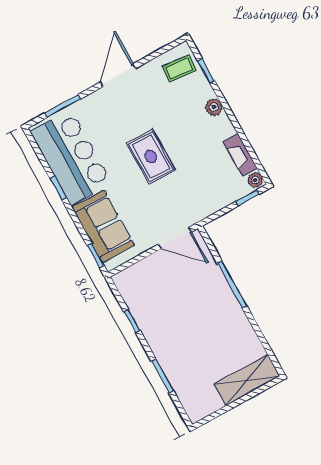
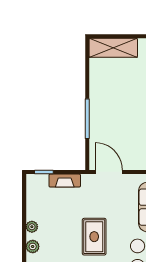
fireplace: (240, 155) -> (65, 181), moved, turned 90
plant: (255, 180) -> (32, 227), moved

